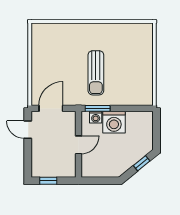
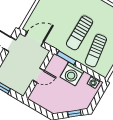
sun lounger: (125, 82) -> (96, 51), added
washing machine: (96, 117) -> (94, 82), moved

